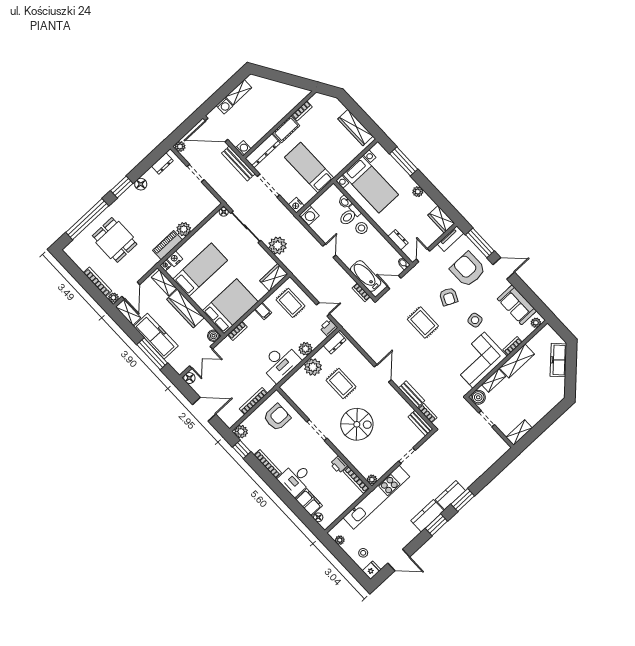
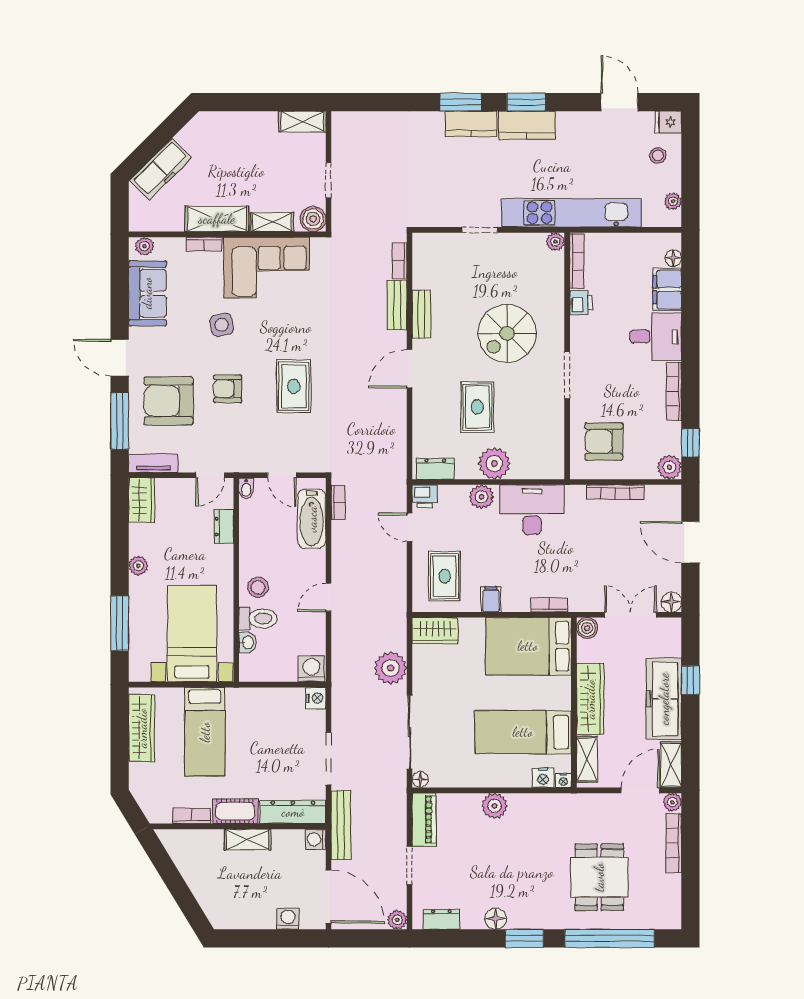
shelving: (239, 92) -> (247, 839), moved
bed: (309, 168) -> (205, 732), moved
piano: (167, 245) -> (424, 820), moved, turned -90
armchair: (468, 269) -> (169, 401), turned 90
armchair: (449, 297) -> (228, 389), turned -115
window: (152, 354) -> (690, 680), width x0.46
bench: (420, 423) -> (421, 314), moved
spiral stairs: (357, 424) -> (507, 333), turned -90

